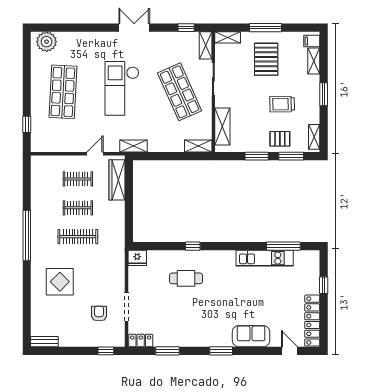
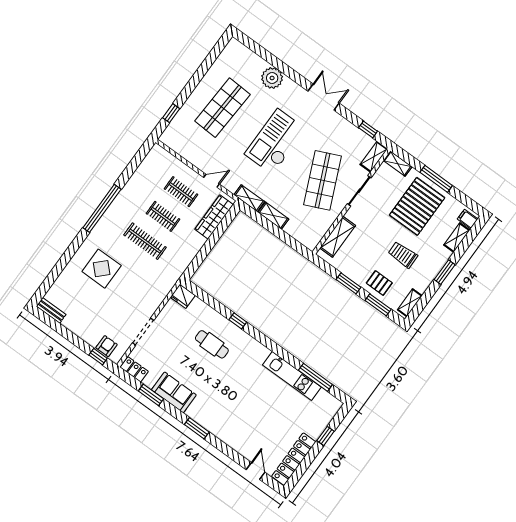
plant: (47, 42) -> (272, 78), moved
pallet: (266, 59) -> (417, 206), width x1.37, depth x1.41
shelving: (198, 146) -> (273, 216), moved
armchair: (99, 314) -> (106, 346), moved
sofa: (251, 336) -> (174, 392), moved

